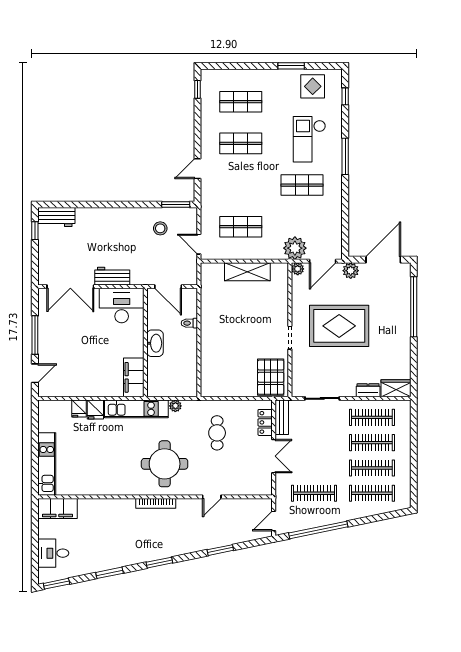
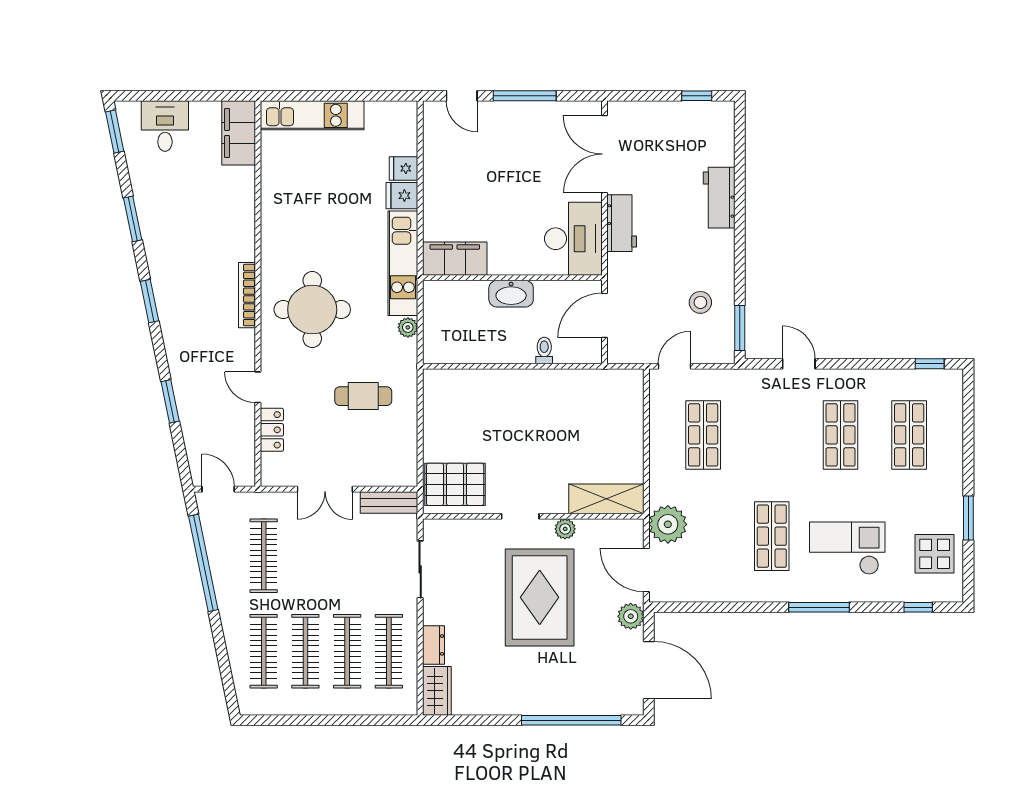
workbench: (56, 217) -> (719, 198), moved
plant: (298, 269) -> (565, 529), moved
shelving: (247, 272) -> (606, 499), moved, turned 90
locker: (265, 422) -> (272, 430), moved, turned 90

